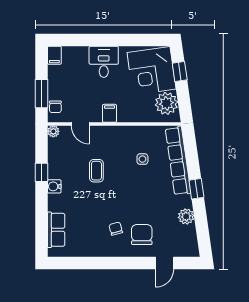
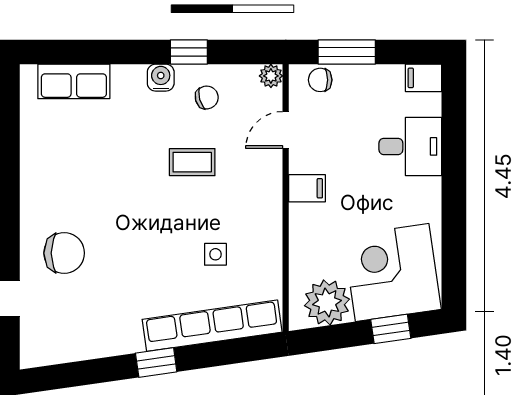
desk: (104, 62) -> (410, 146), moved
plant: (186, 216) -> (101, 342), removed
chair: (116, 229) -> (207, 97), moved

